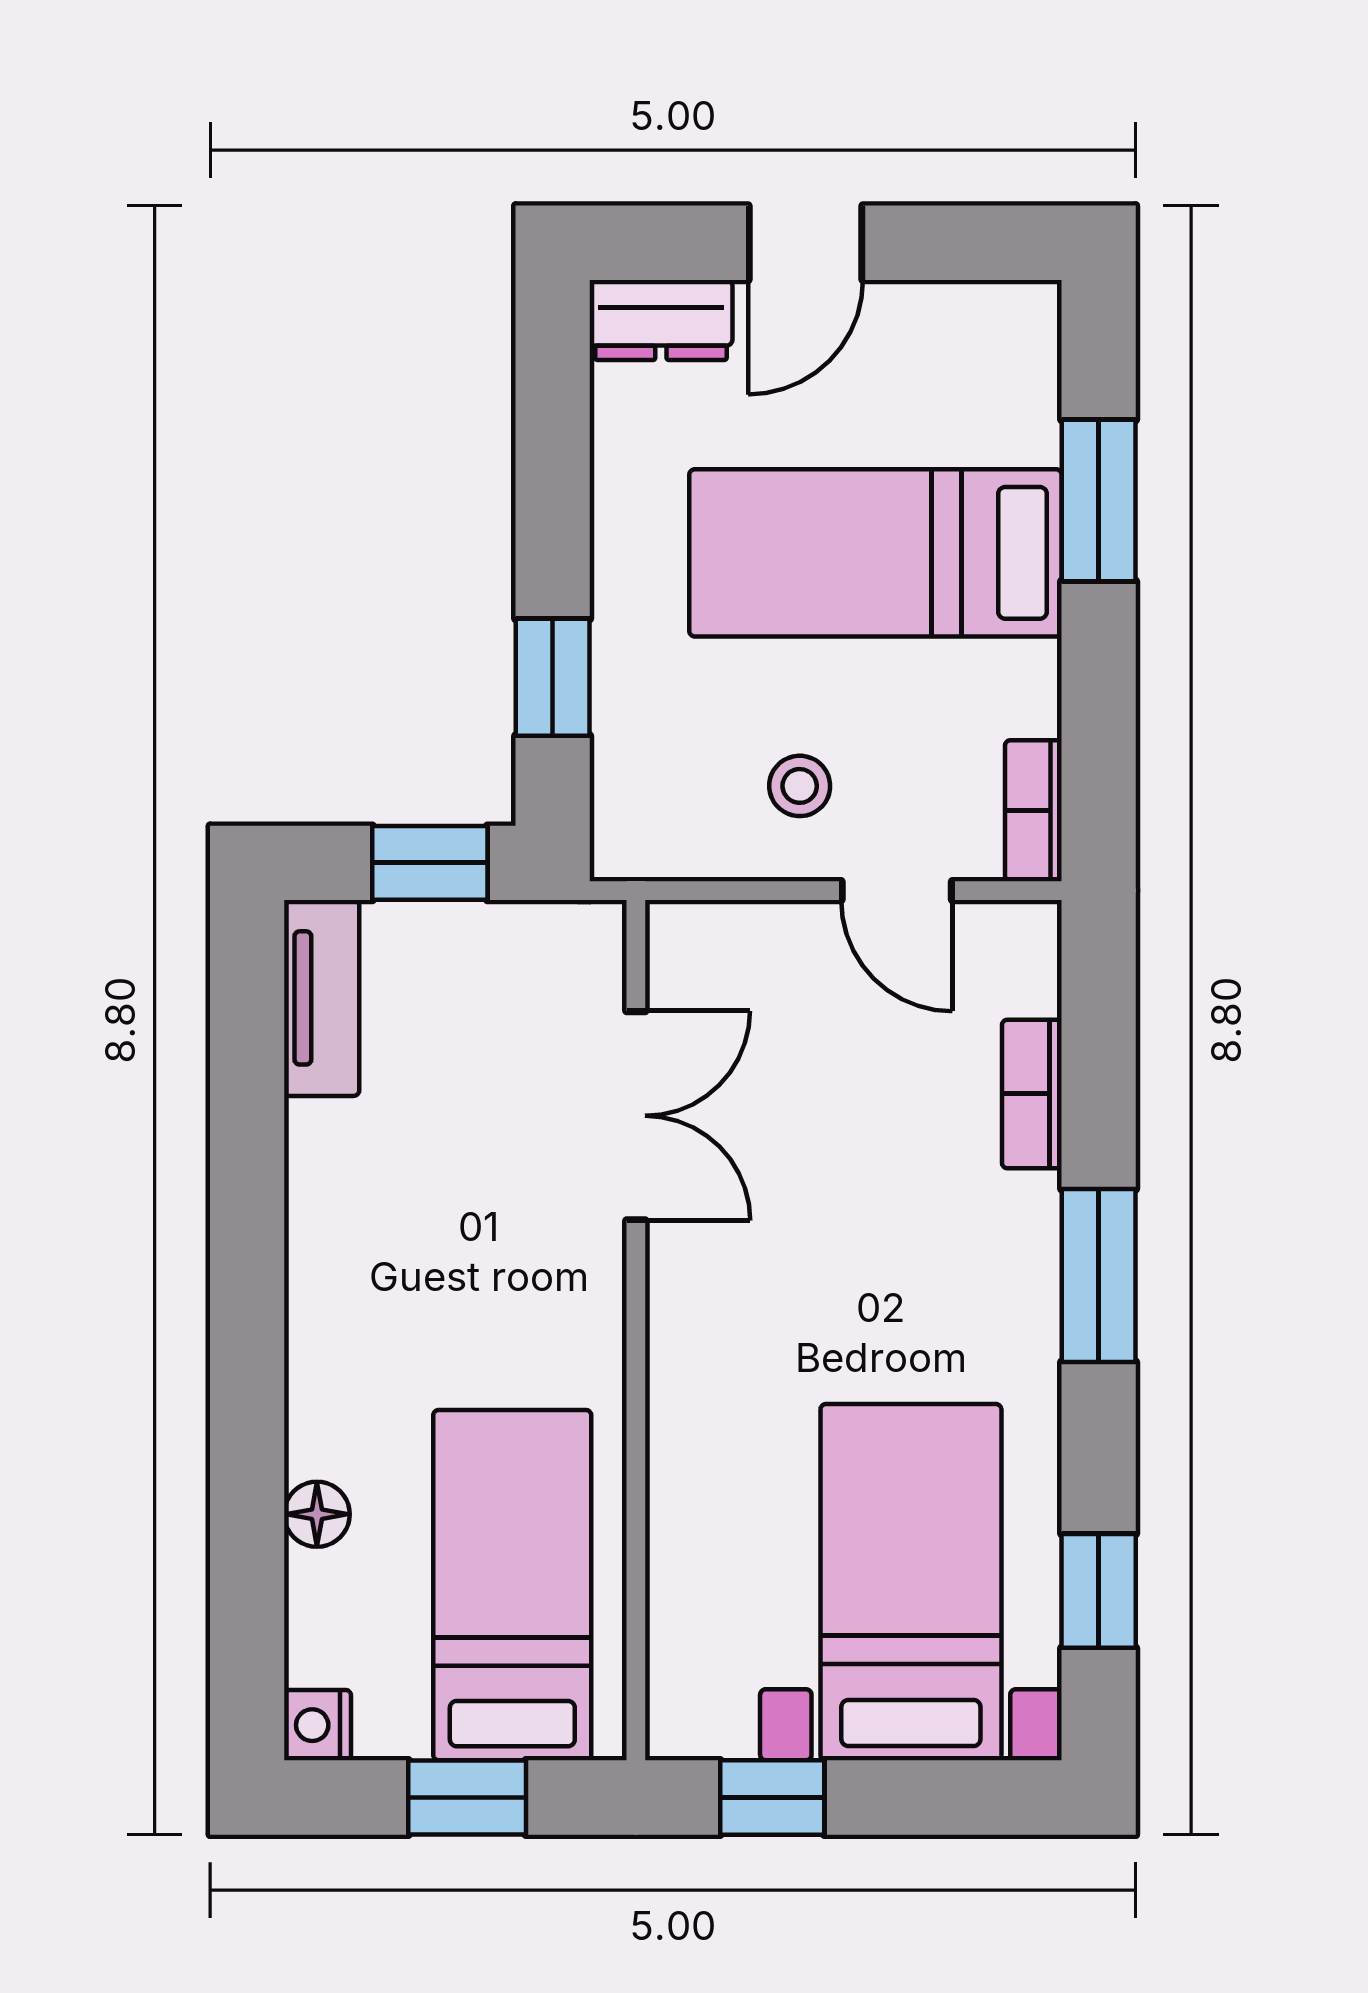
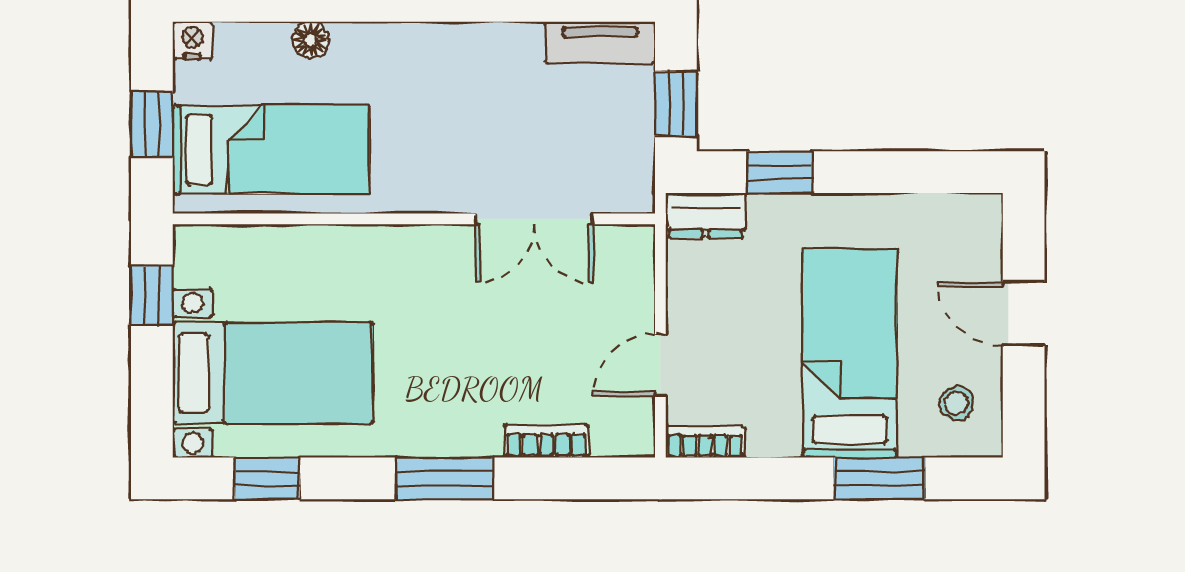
dresser: (661, 320) -> (706, 215), moved, turned -90
stool: (800, 786) -> (957, 403), moved

